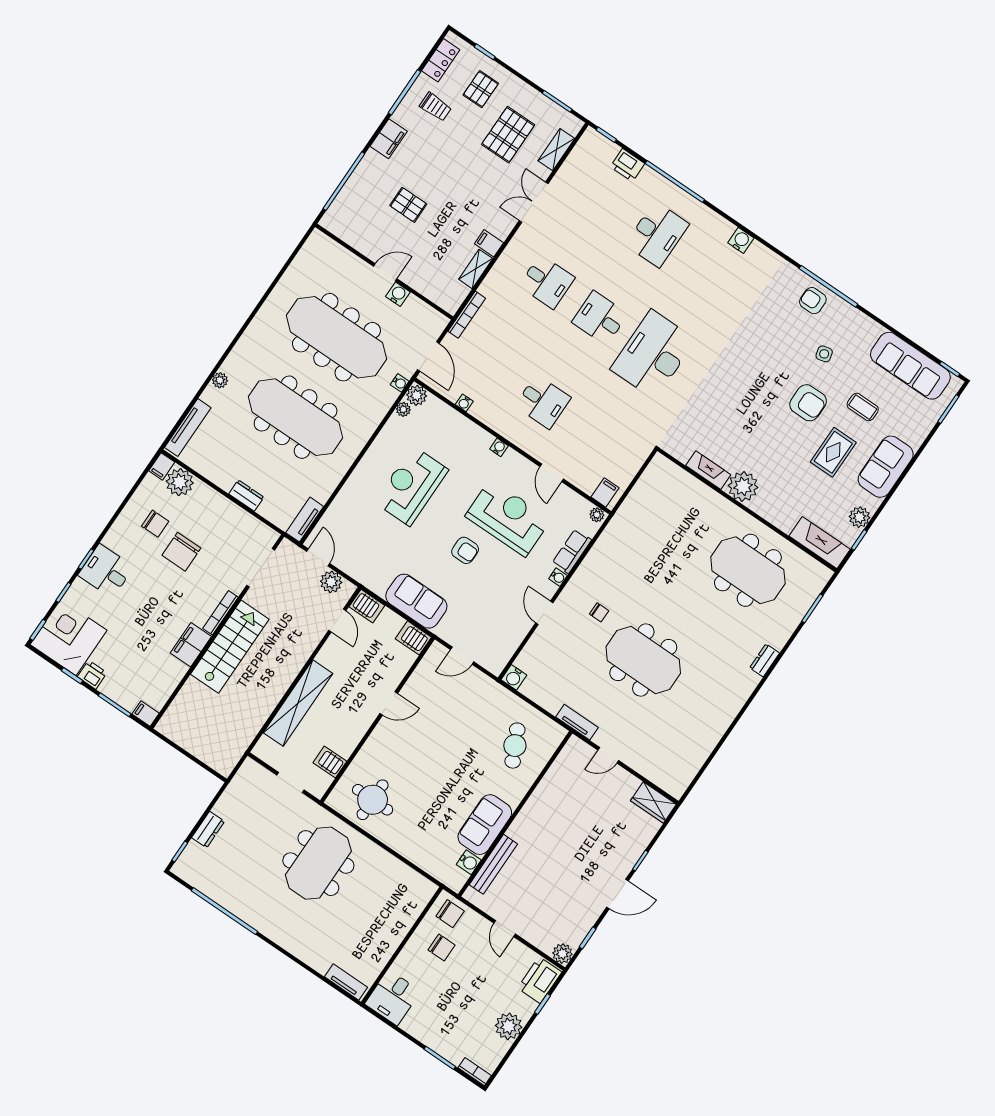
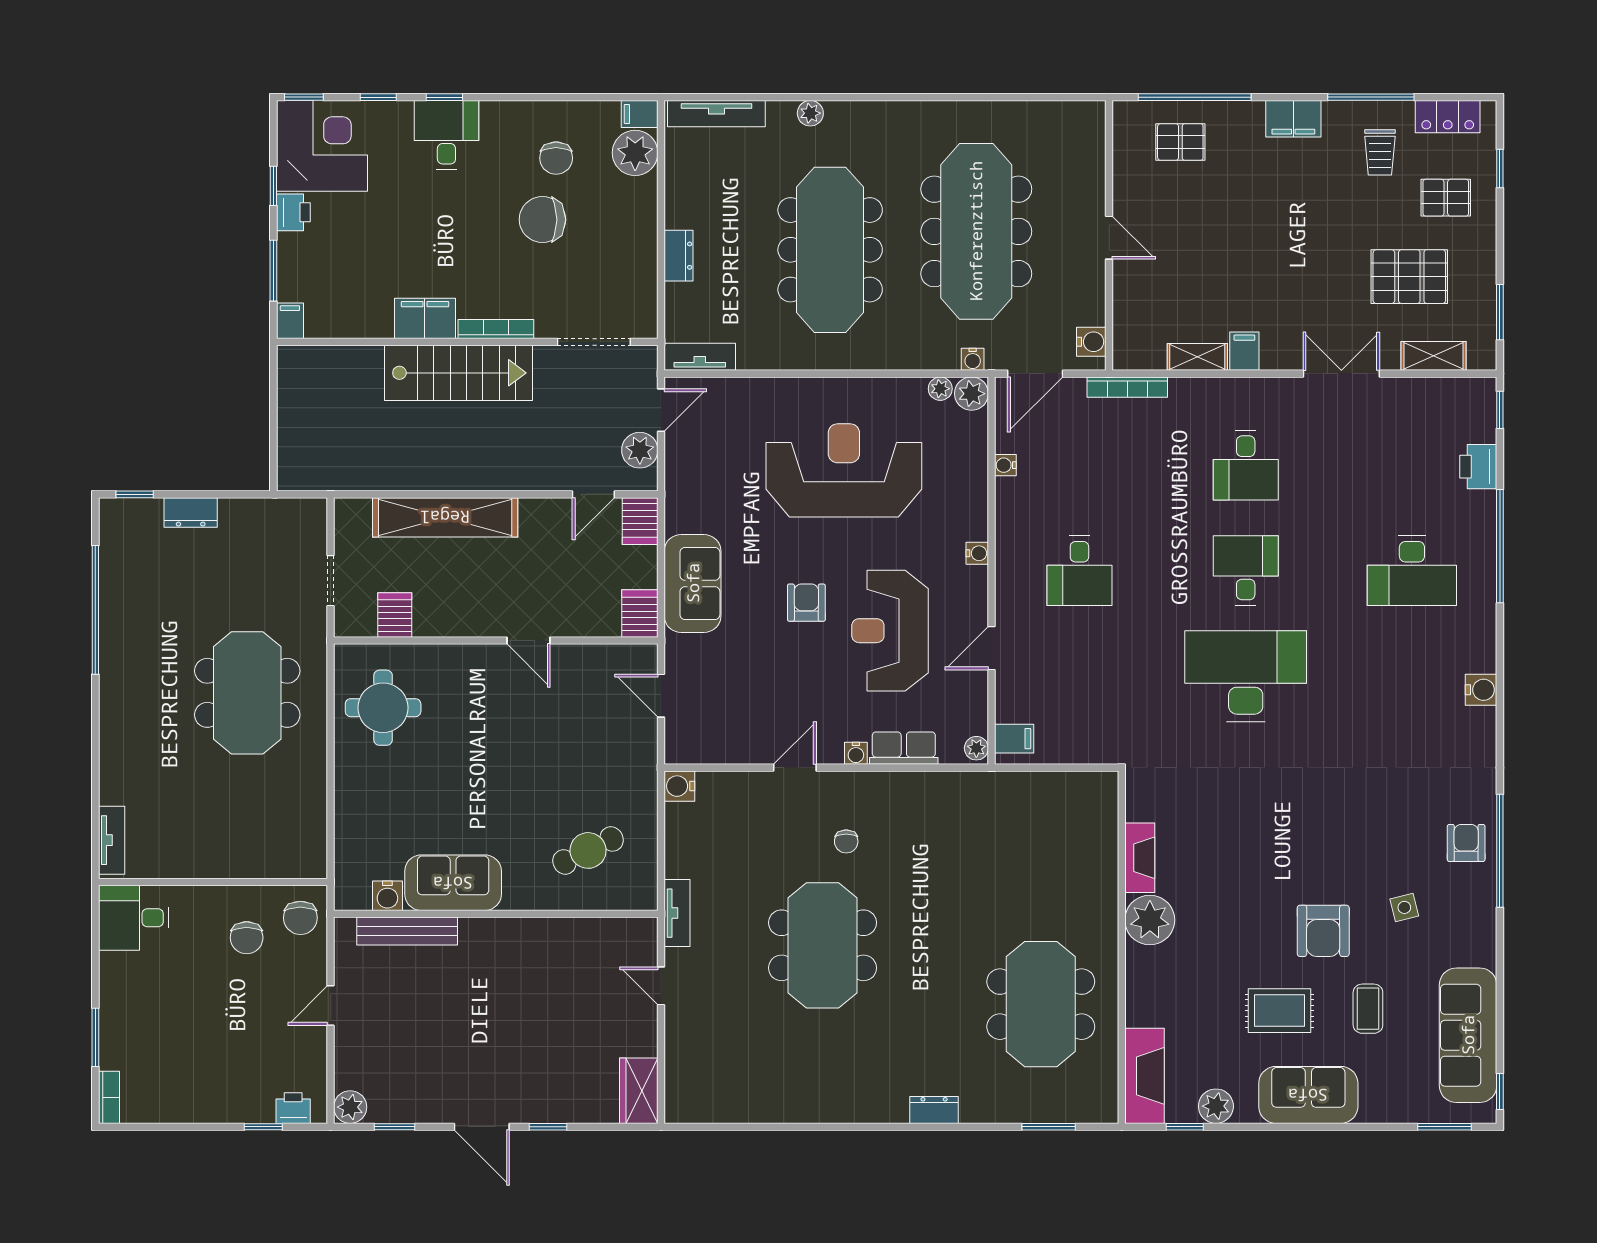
pallet: (408, 205) -> (1180, 142), moved, turned 90
water cooler: (398, 294) -> (1091, 342), moved
reception desk: (411, 486) -> (844, 470), width x1.36, depth x1.30
reception desk: (508, 518) -> (890, 631), turned 180
armchair: (465, 550) -> (806, 603), turned 180
meeting table: (318, 863) -> (247, 693), turned 90
printer: (540, 980) -> (293, 1108), width x0.53, depth x0.68
plant: (509, 1026) -> (202, 1101), removed

